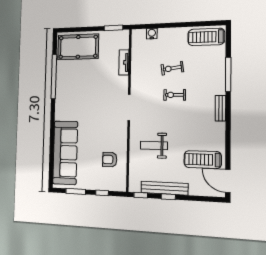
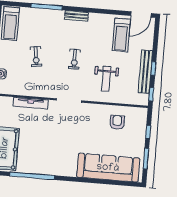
tv unit: (124, 62) -> (31, 103), width x1.41
exercise bike: (175, 95) -> (74, 59), moved
armchair: (110, 160) -> (117, 122), turned 180

